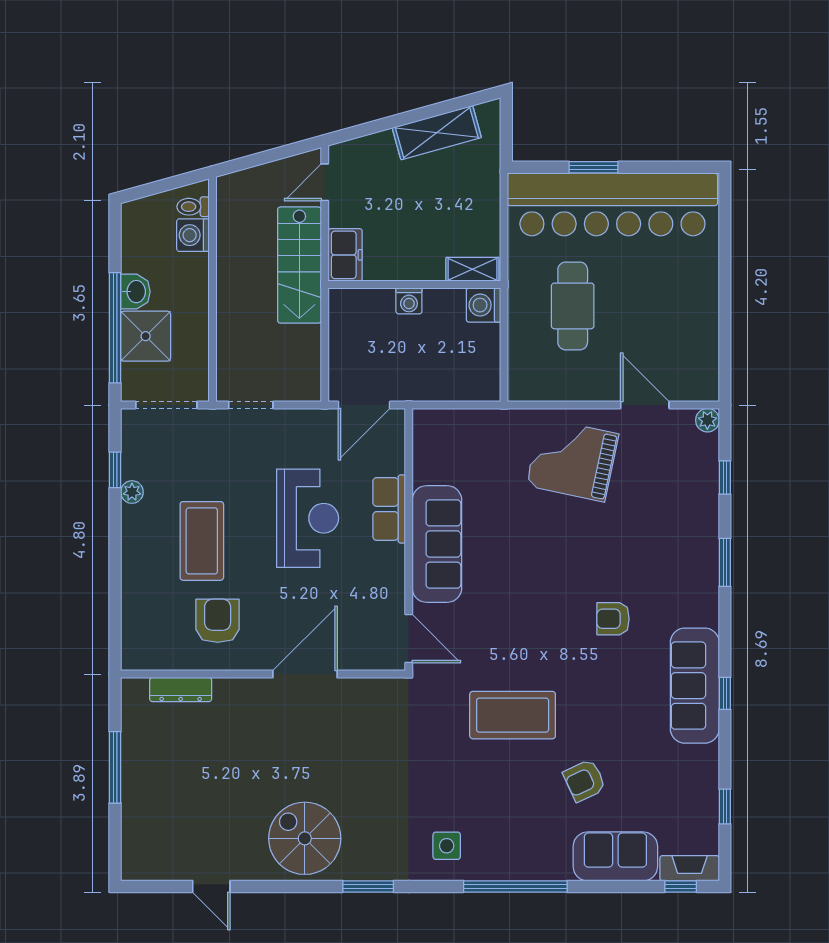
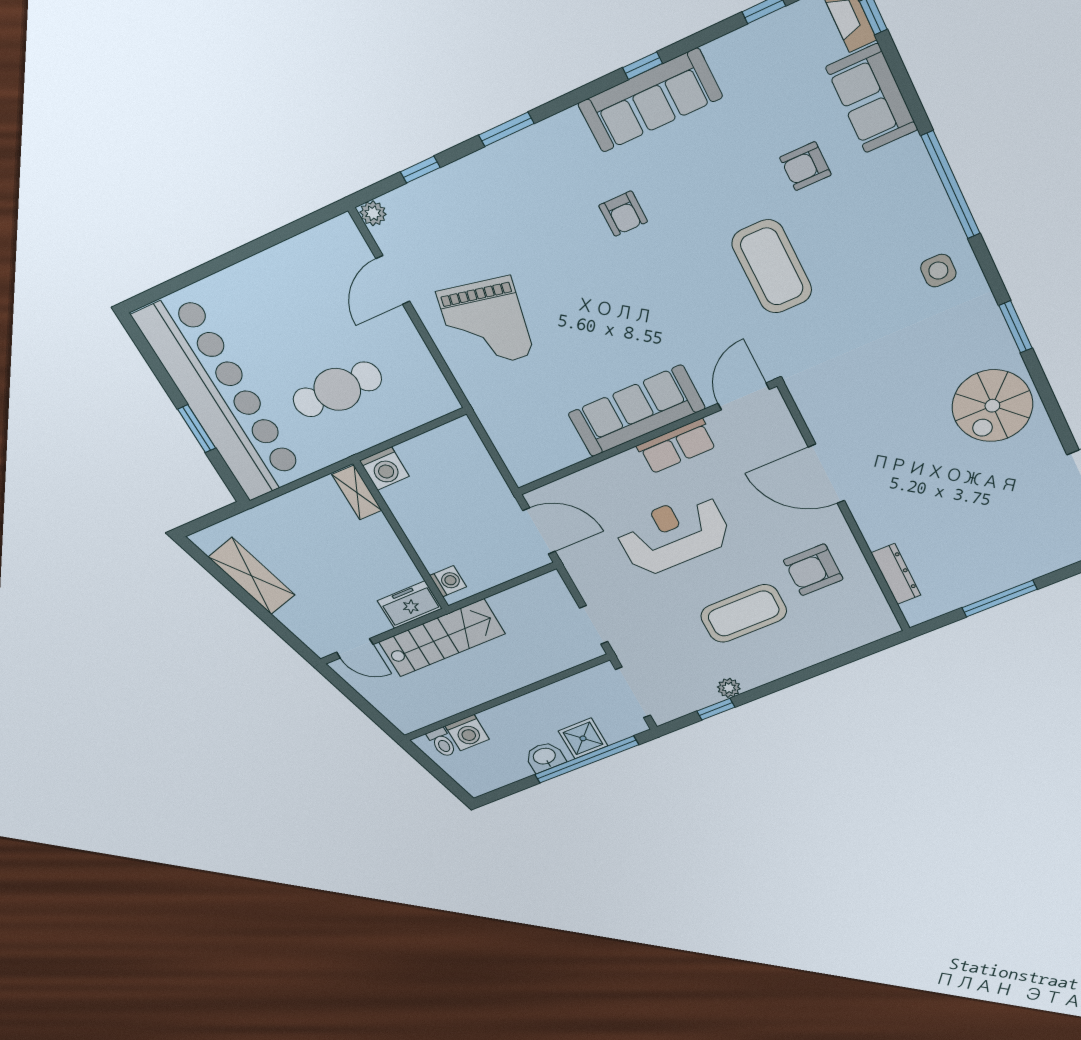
washing machine: (409, 301) -> (448, 581), moved
shower: (146, 336) -> (583, 738), width x0.73, depth x0.73
row of seats: (389, 509) -> (677, 446), moved
armchair: (584, 780) -> (805, 166), turned 115

